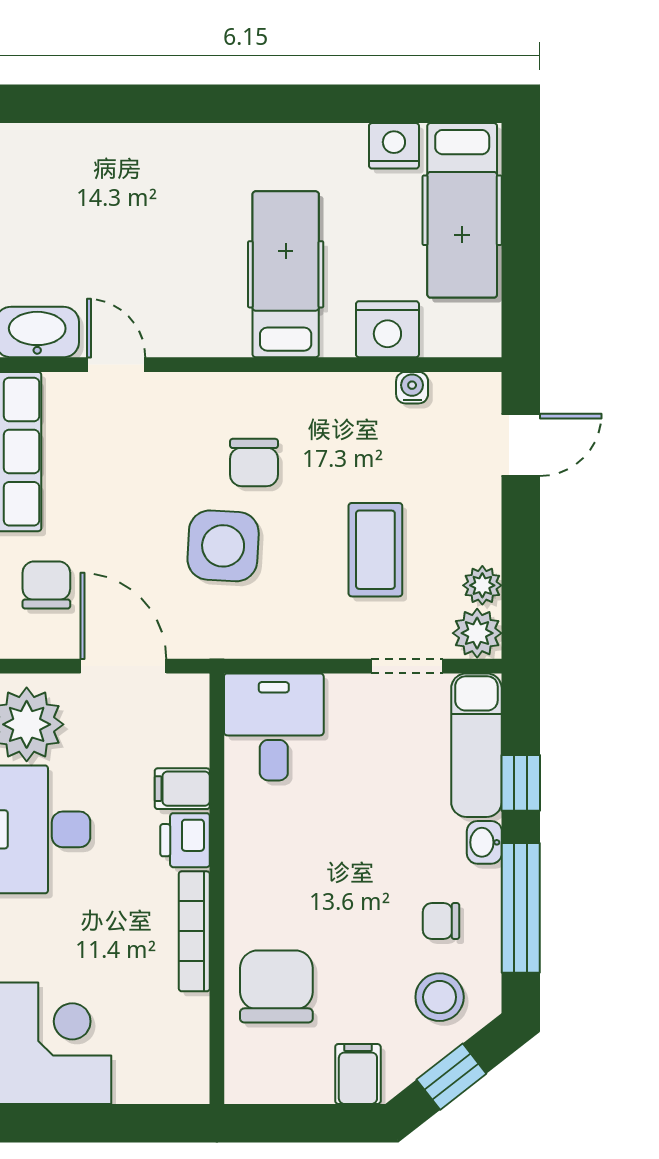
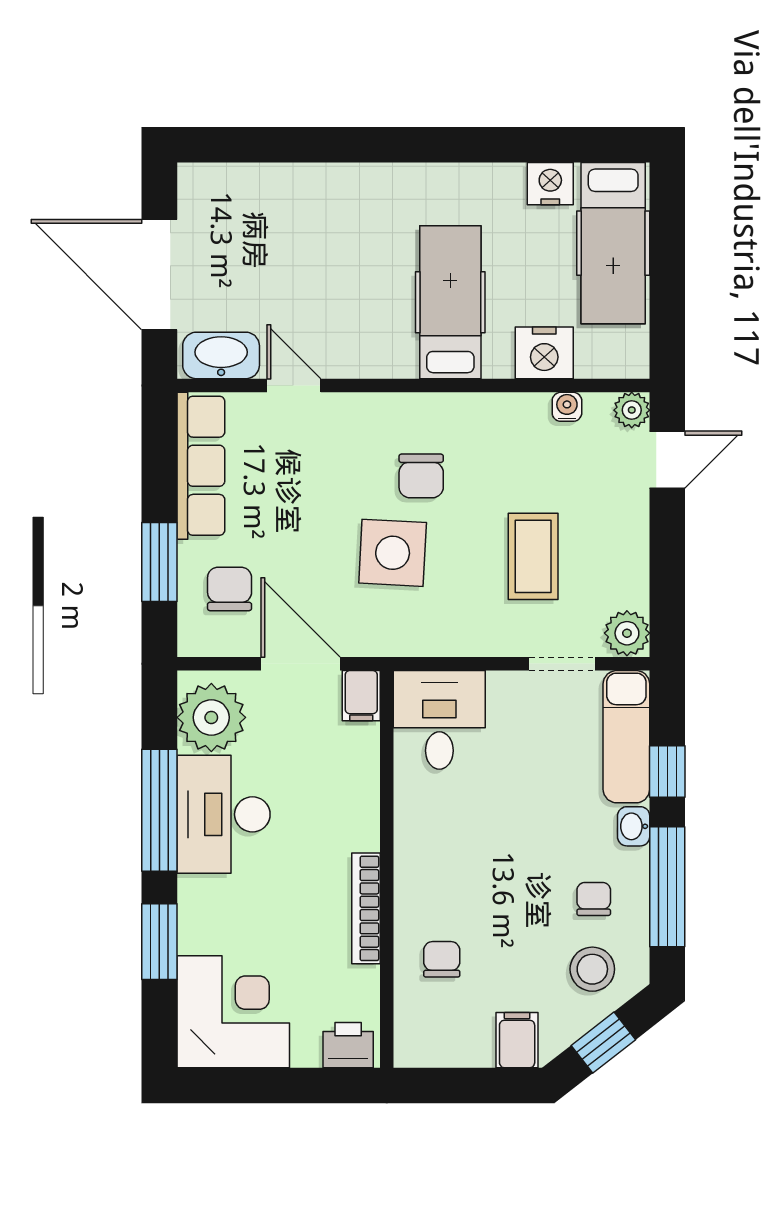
plant: (482, 585) -> (632, 410), moved
filing cabinet: (182, 789) -> (361, 696), moved, turned -90
printer: (185, 840) -> (348, 1045), moved, turned 90
chair: (441, 921) -> (594, 899), turned 90
chair: (276, 986) -> (442, 959), width x0.54, depth x0.54

